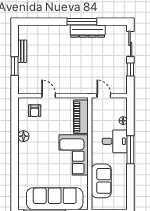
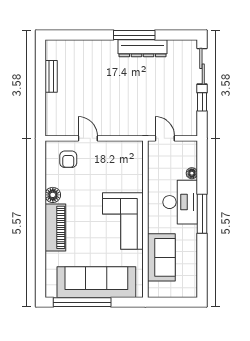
window: (15, 66) -> (41, 97), removed
piano: (81, 117) -> (55, 227), moved, turned 180
desk: (115, 141) -> (180, 202), width x1.37

